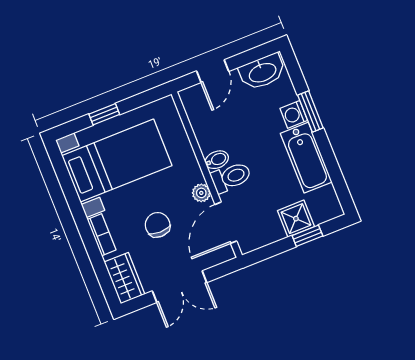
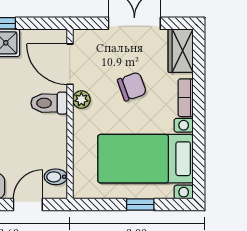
bidet: (217, 160) -> (56, 177), moved
door: (226, 223) -> (70, 64), swing flipped
chair: (158, 225) -> (132, 87), turned -110

